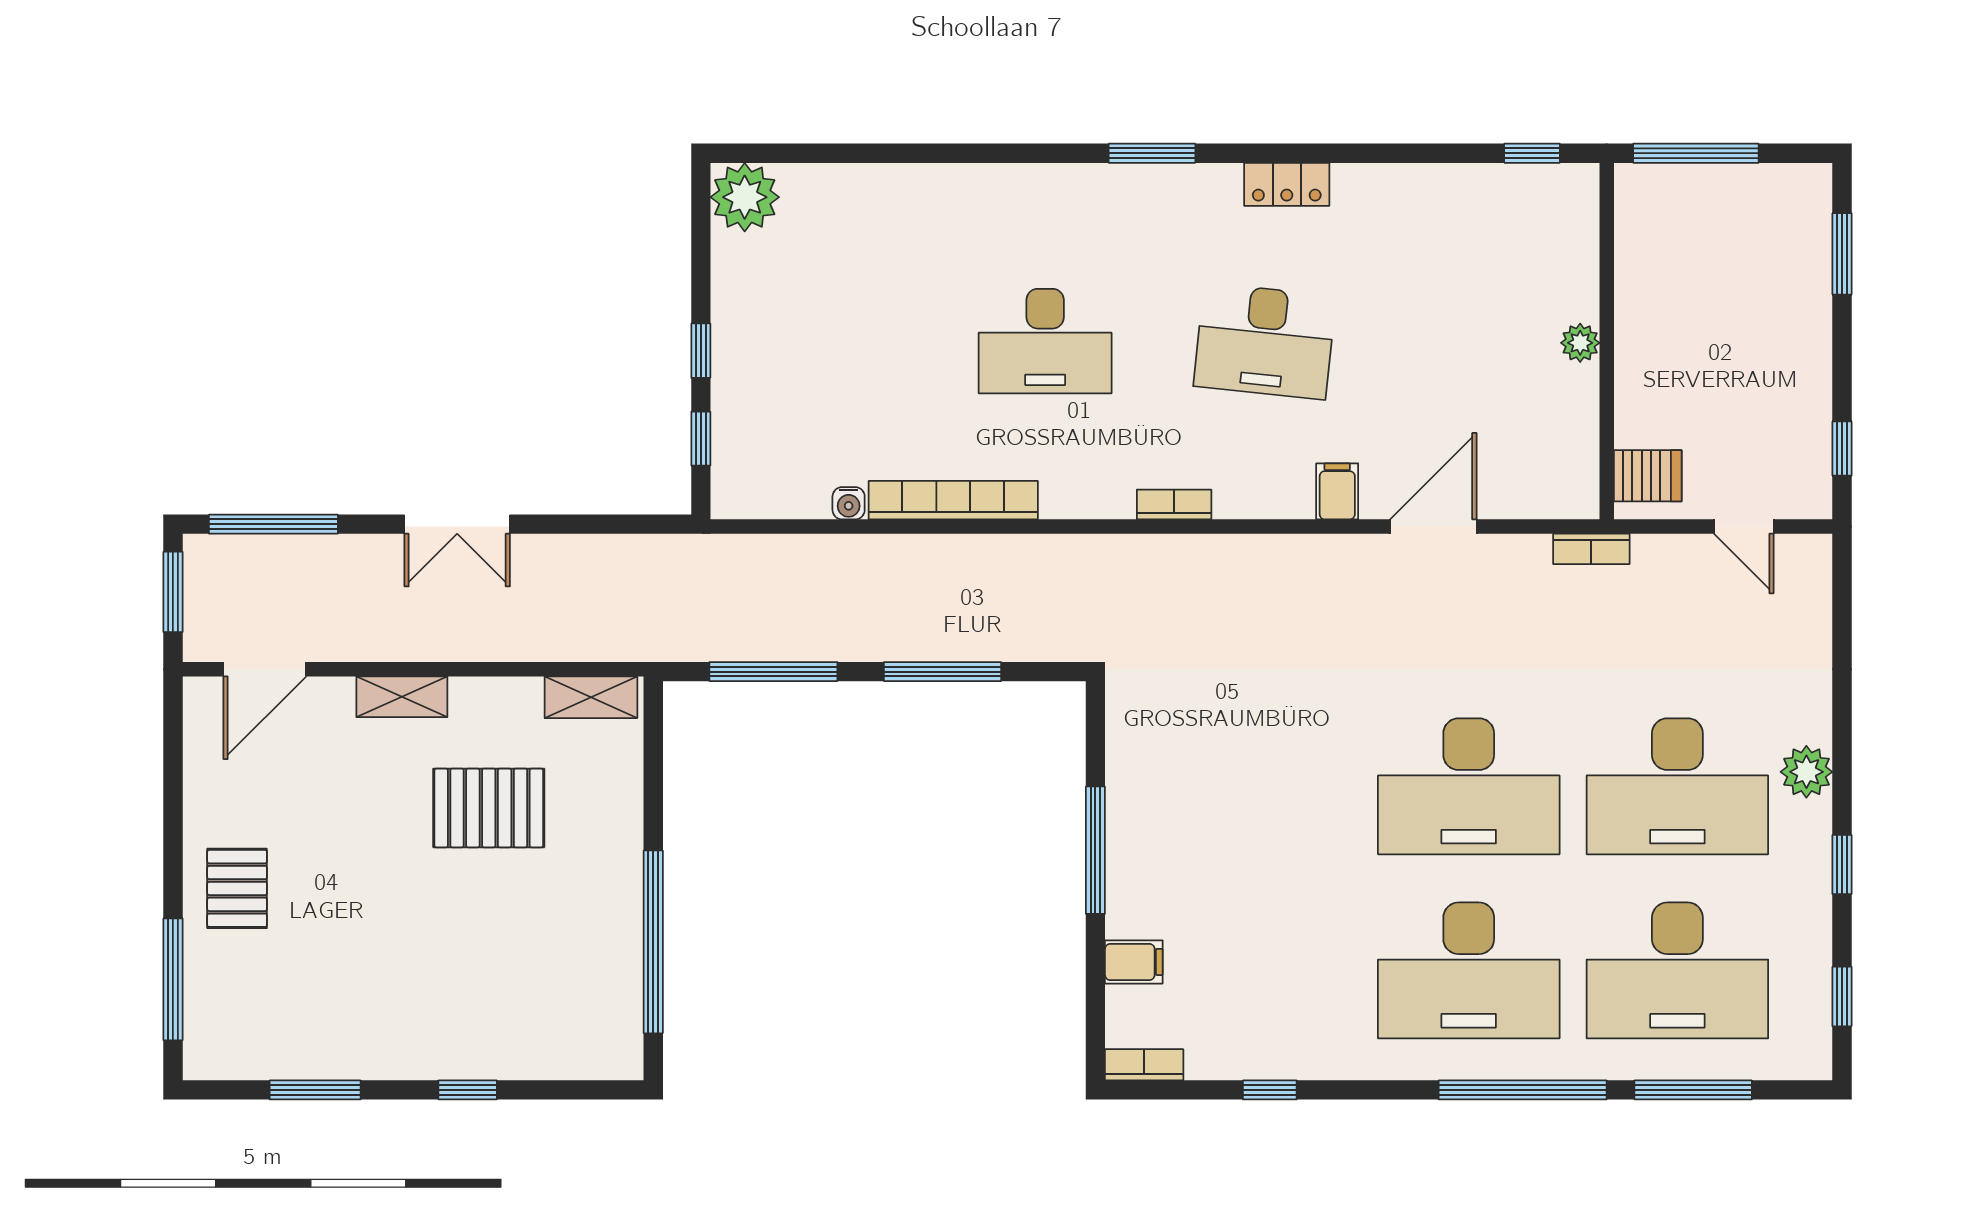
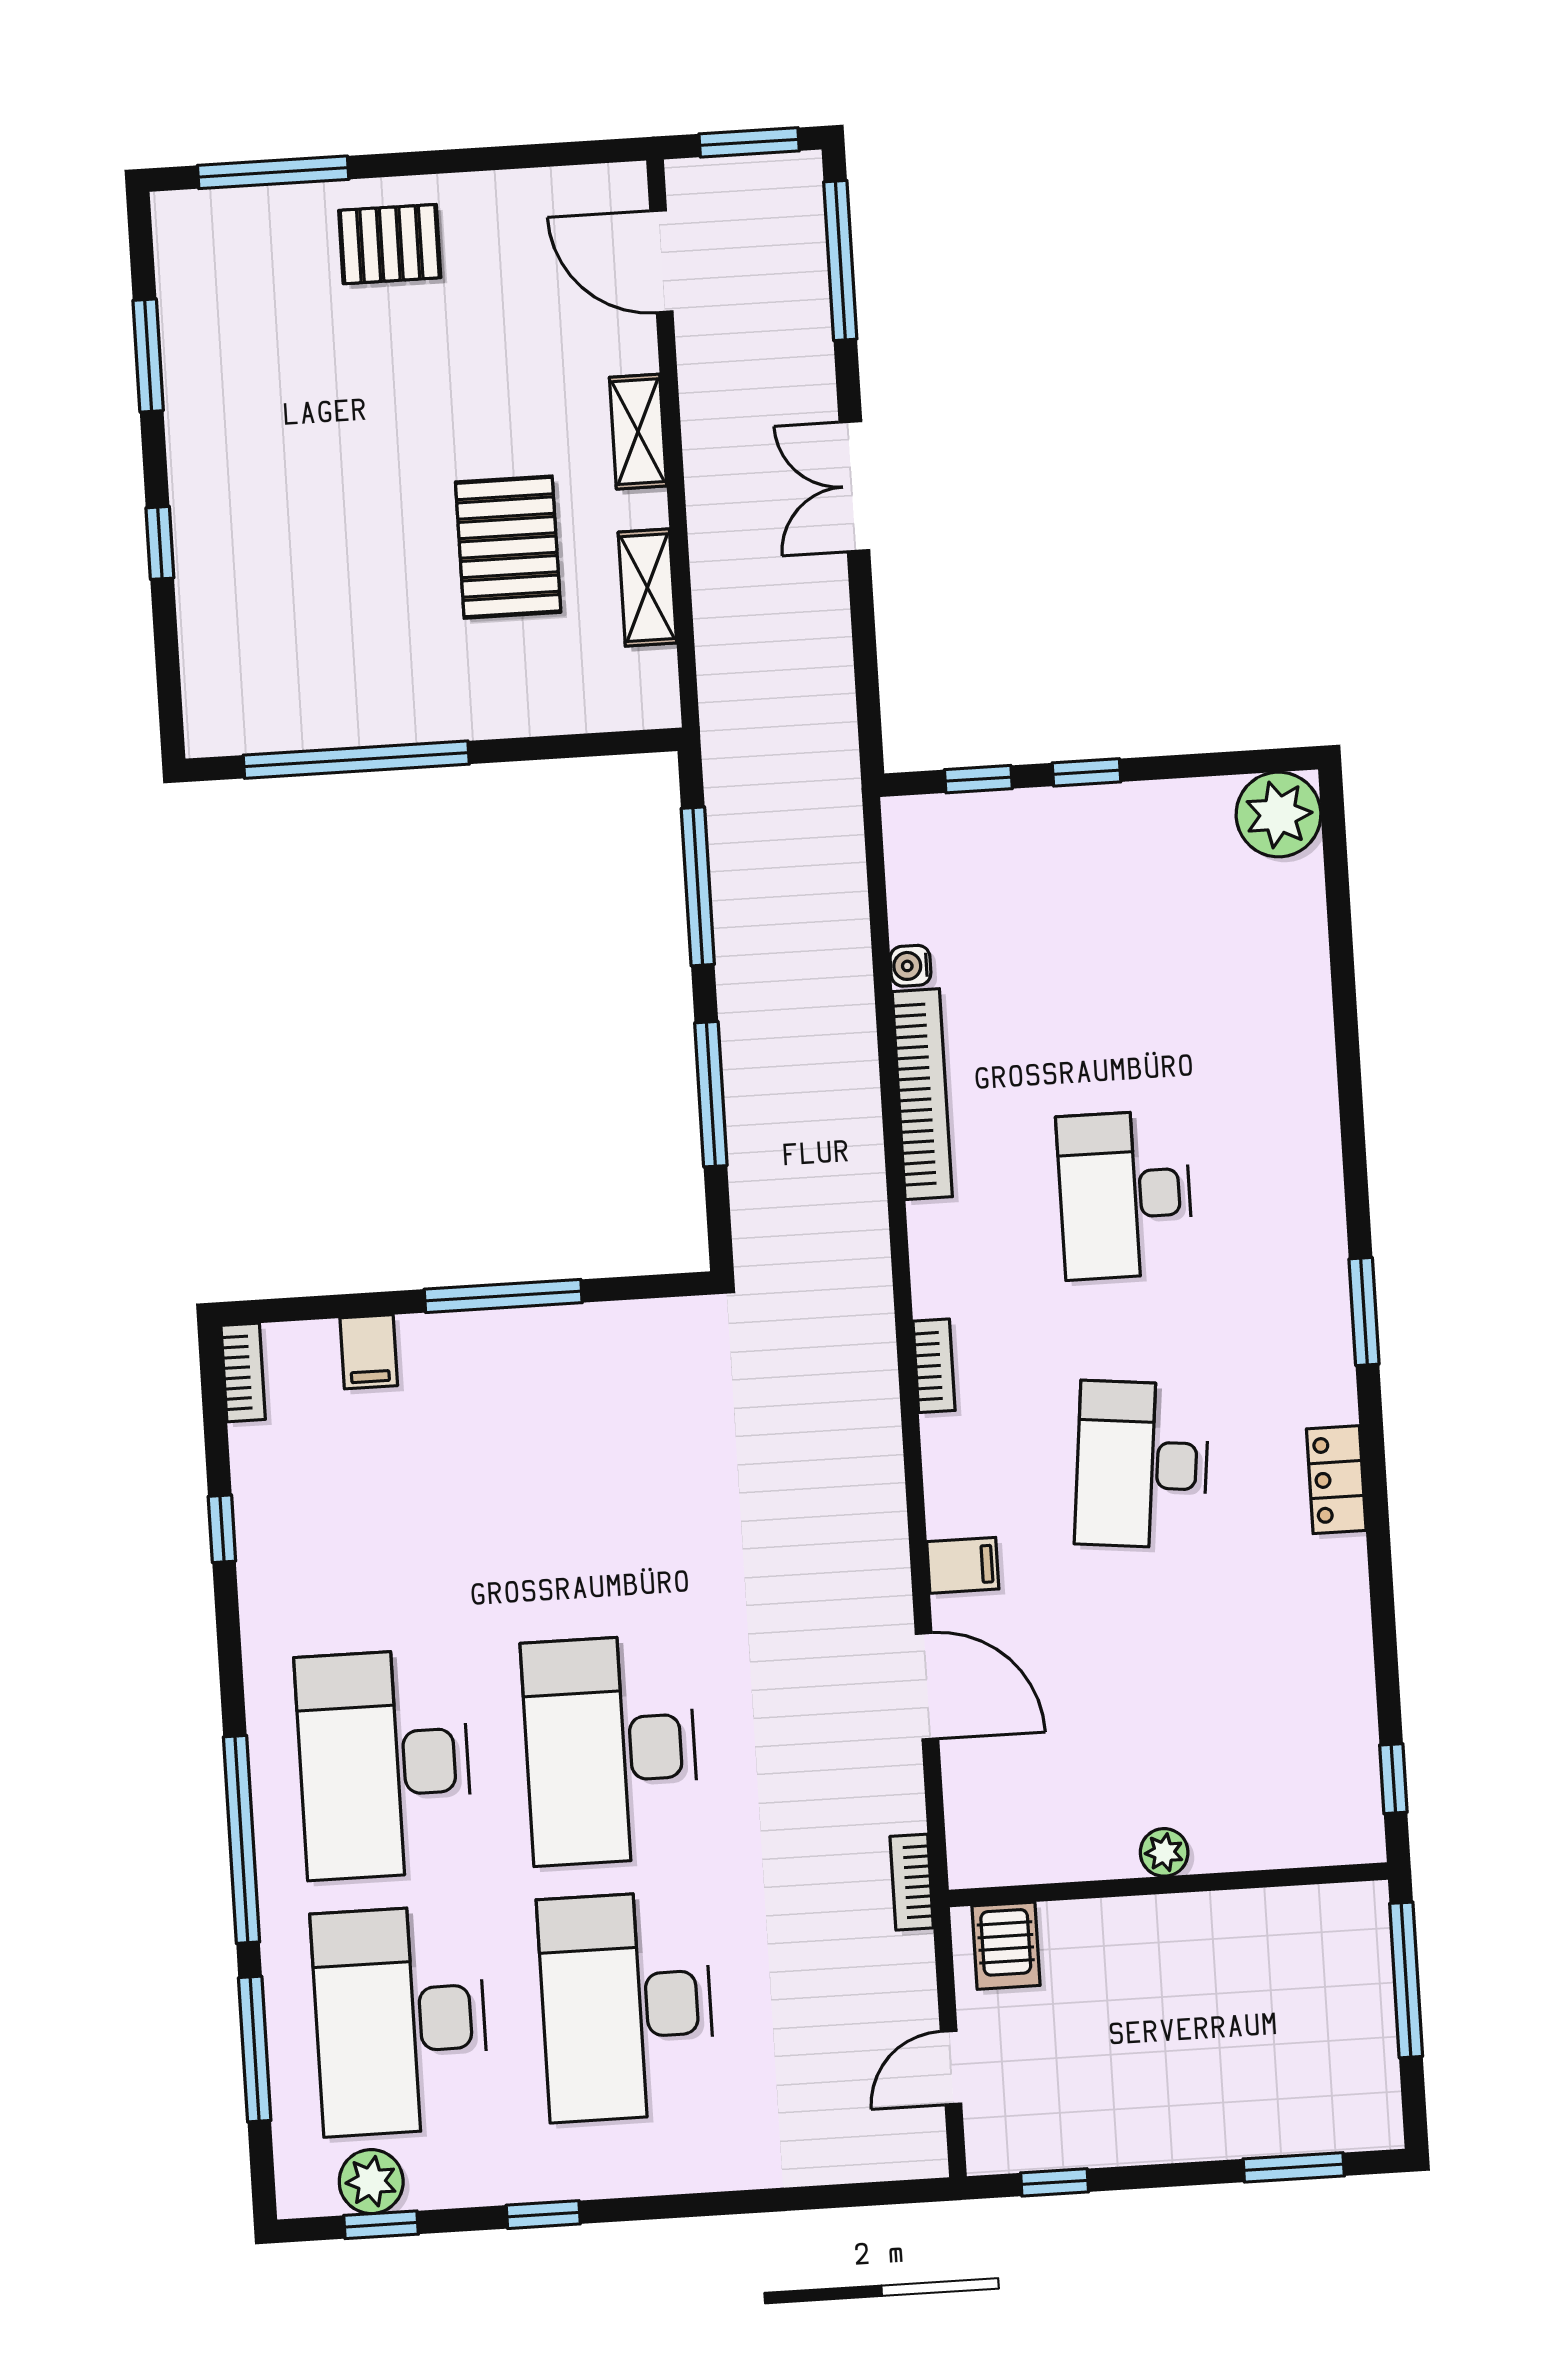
shelving: (591, 697) -> (647, 588), moved
plant: (1806, 772) -> (371, 2182), moved

